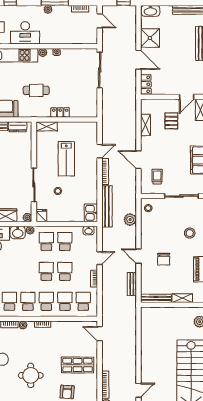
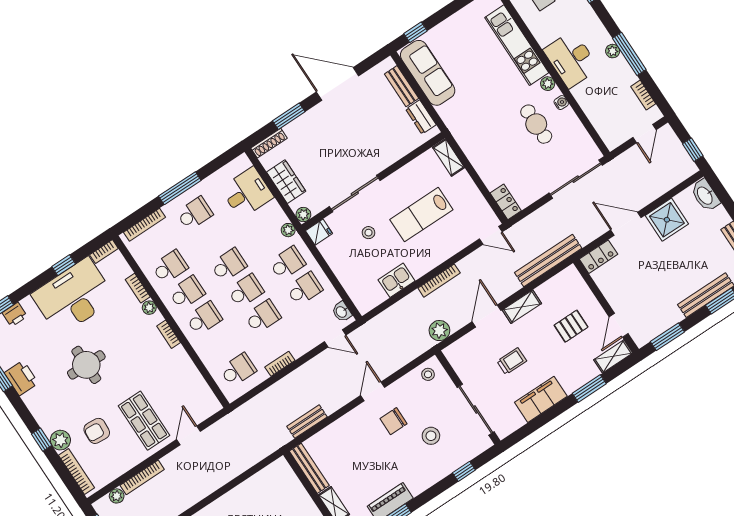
desk: (25, 33) -> (571, 59), moved
door: (138, 60) -> (626, 224), swing flipped
cafe table: (36, 90) -> (536, 124), moved
door: (187, 97) -> (619, 325), hinge flipped
locker: (60, 112) -> (506, 202), moved
shelving: (145, 125) -> (522, 307), moved
door: (100, 151) -> (491, 235), moved
trolley: (157, 177) -> (512, 361), moved
bench: (107, 206) -> (548, 260), moved
kitchen sink: (91, 213) -> (397, 280), moved
plant: (130, 220) -> (439, 331), moved
washbasin: (18, 232) -> (274, 215), removed
stool: (190, 233) -> (431, 436), moved
door: (138, 256) -> (373, 391), moved
door: (100, 258) -> (335, 338), moved
chair: (164, 259) -> (393, 421), moved
school desk: (65, 301) -> (229, 265), moved
door: (100, 334) -> (189, 435), moved

